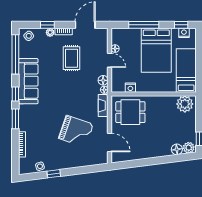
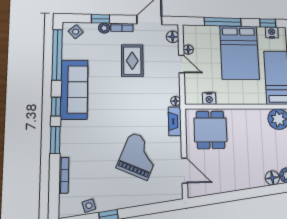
floor lamp: (103, 80) -> (173, 37), moved
dining table: (130, 112) -> (210, 130), turned 90
grand piano: (76, 131) -> (139, 156), turned -86

